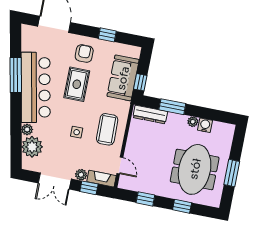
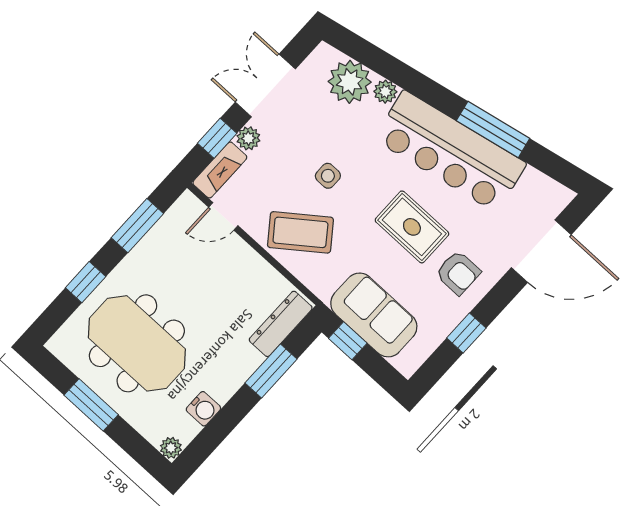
plant: (193, 122) -> (171, 448), moved
coffee table: (107, 129) -> (300, 232), turned -36
window: (145, 199) -> (137, 226), width x1.50

